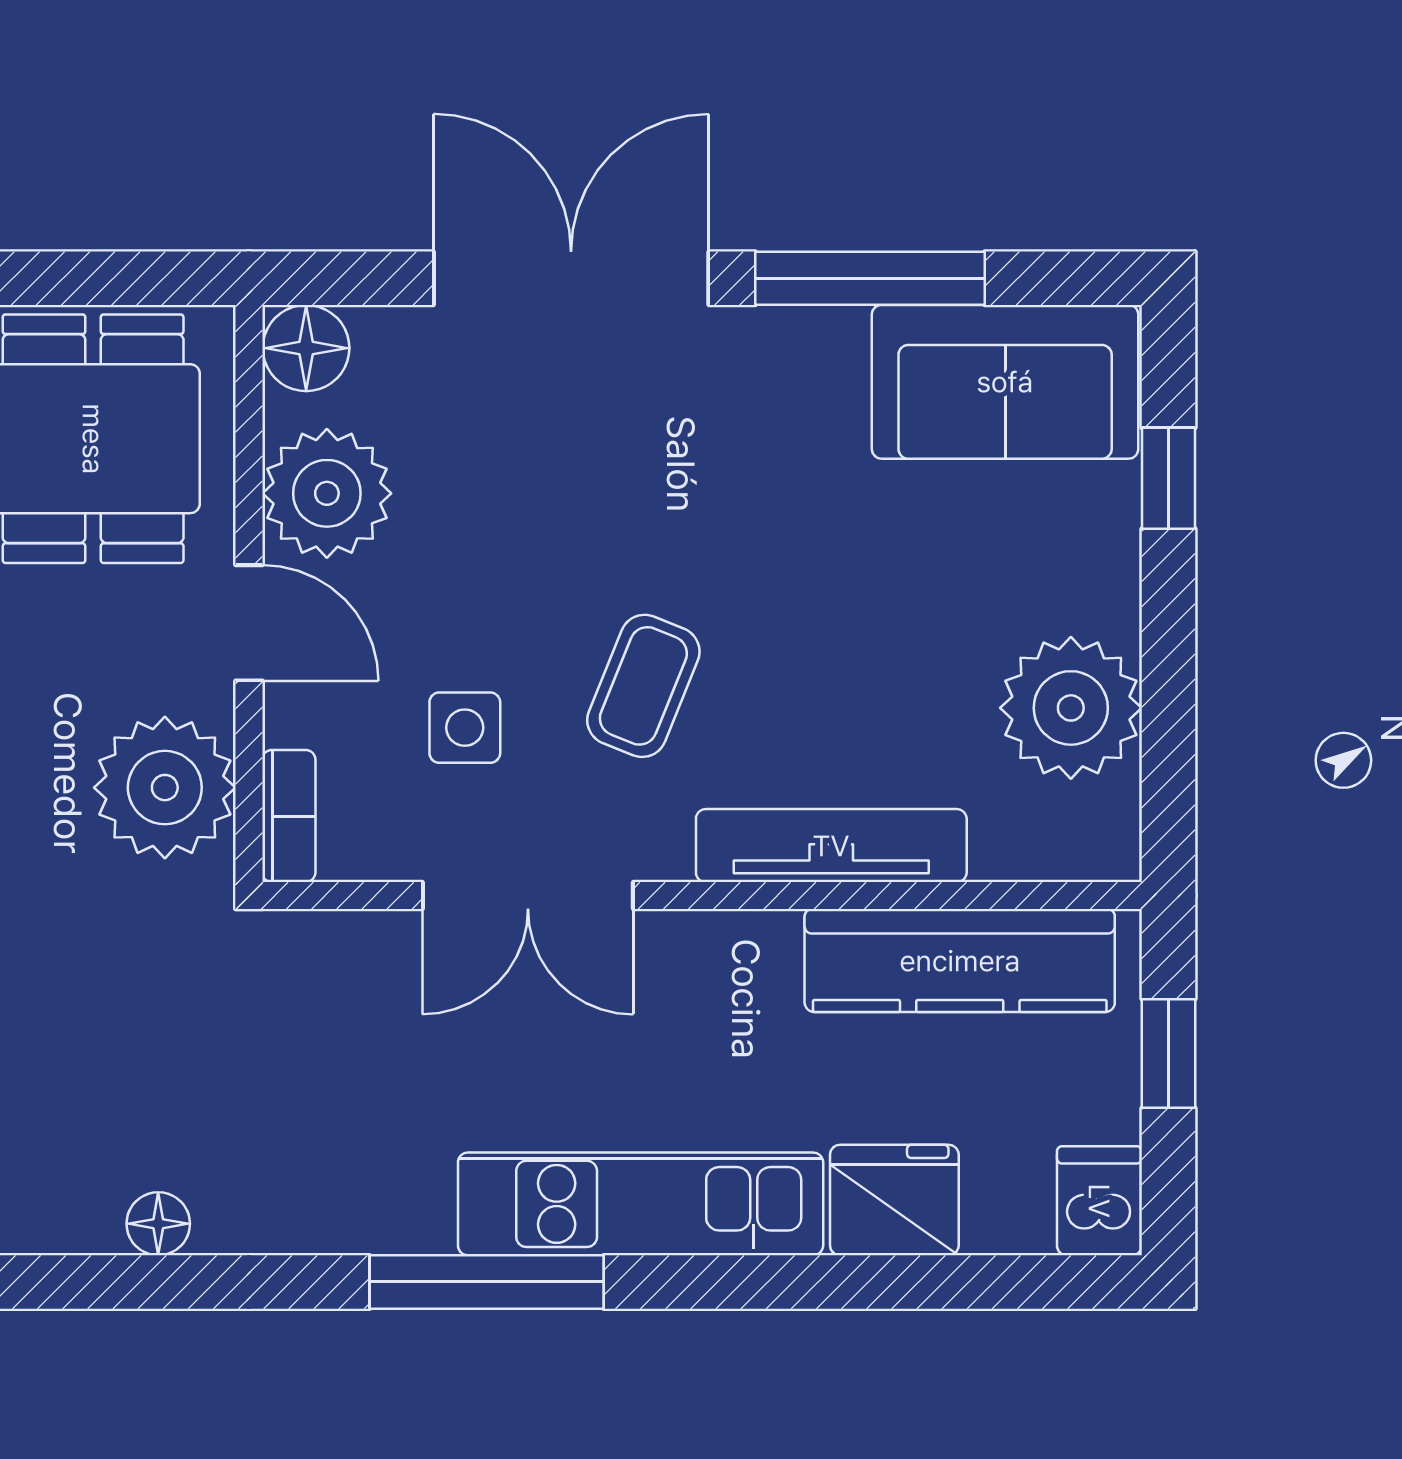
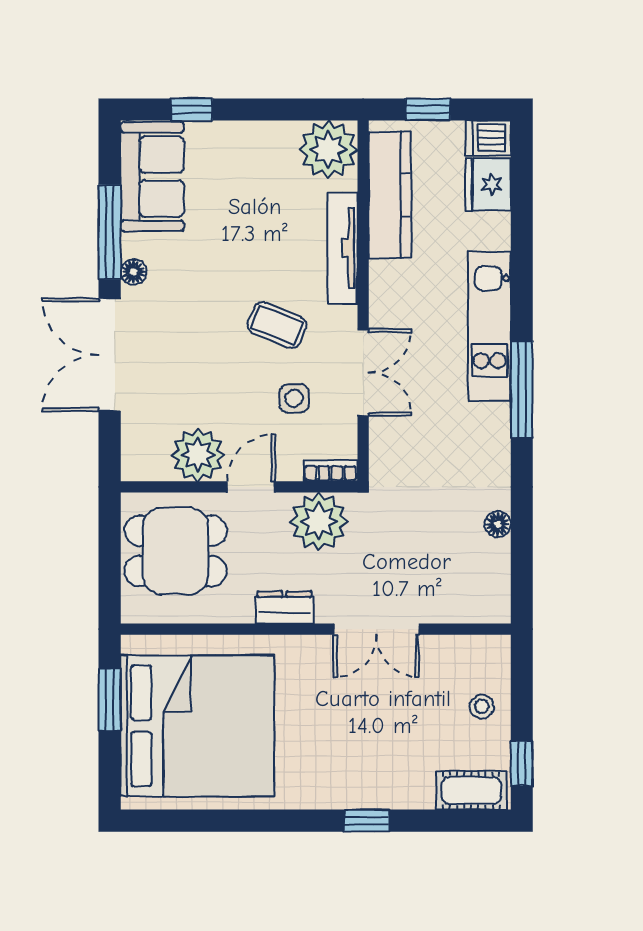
floor lamp: (306, 348) -> (133, 272), moved, width x0.73, depth x0.73
plant: (1071, 708) -> (328, 150), moved
fridge: (894, 1200) -> (488, 184), moved

